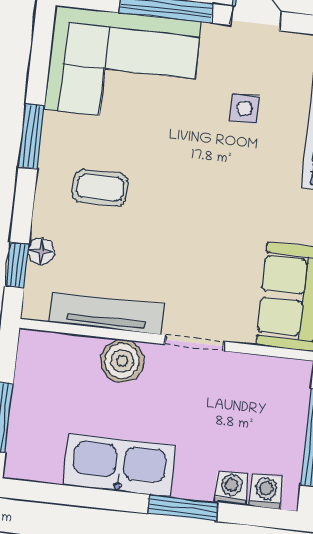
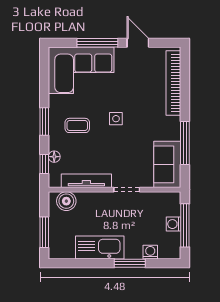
side table: (244, 109) -> (116, 119), moved
window: (31, 136) -> (44, 121), moved
boiler: (122, 361) -> (66, 201), moved
washing machine: (266, 492) -> (174, 224), moved, turned -90

